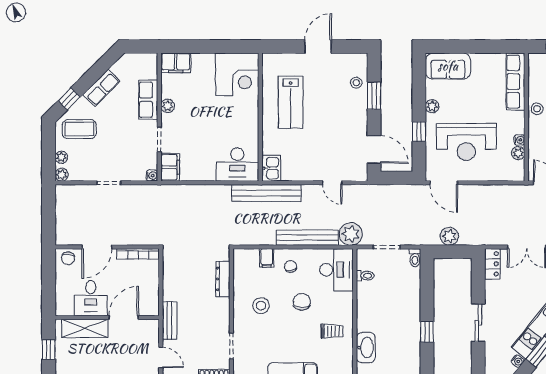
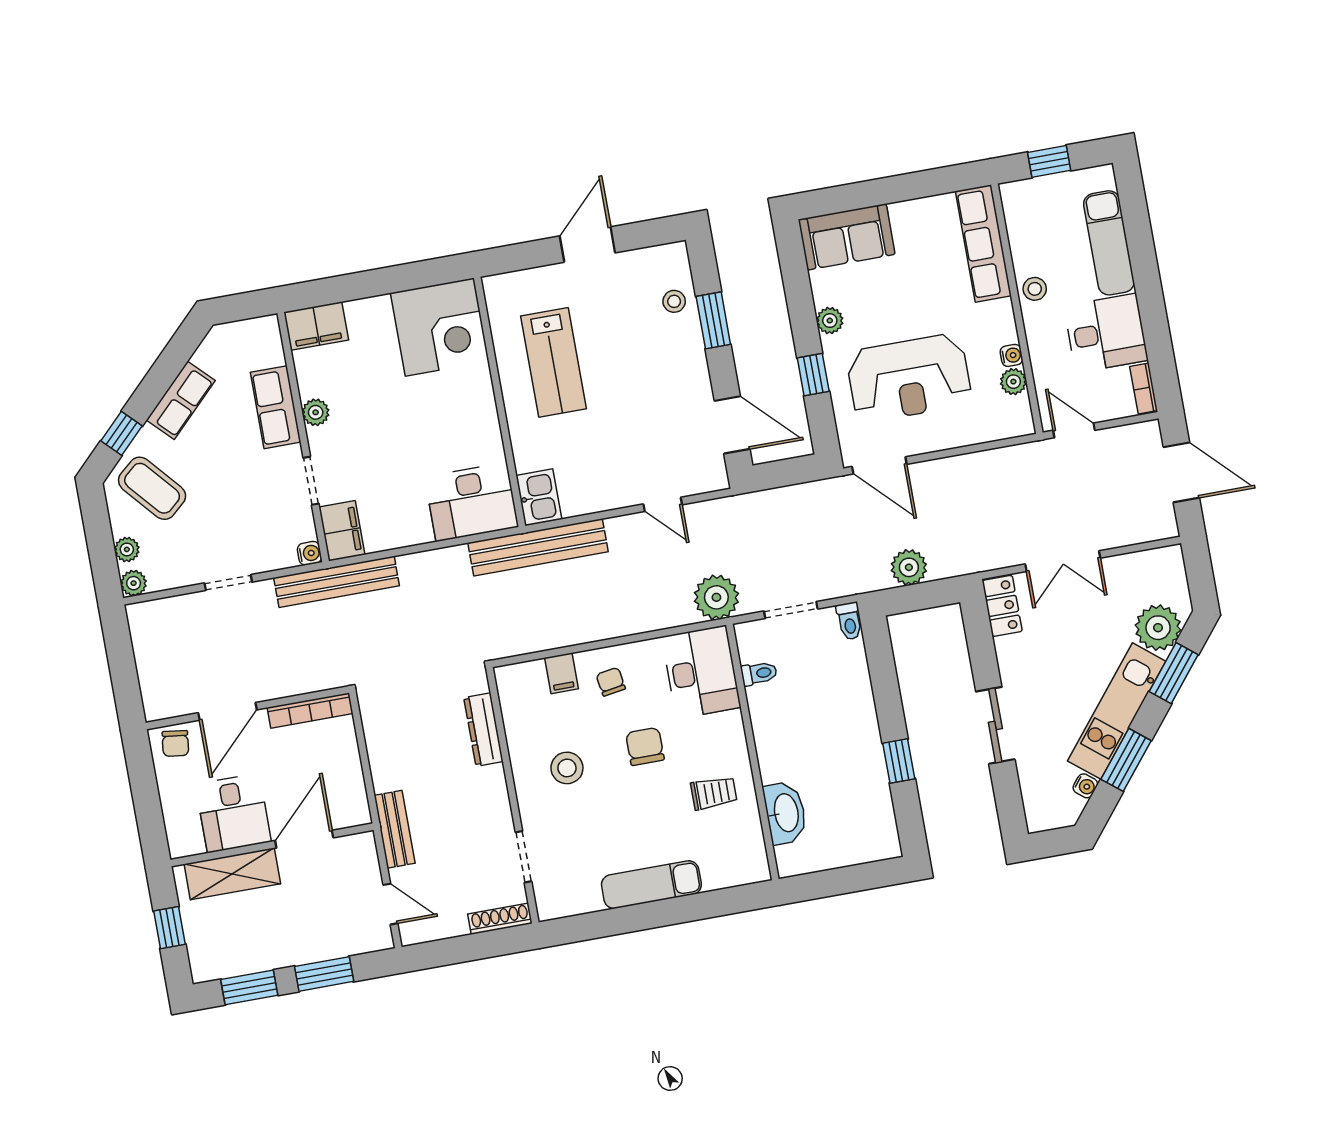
coffee table: (79, 129) -> (152, 488), turned 49
bench: (307, 238) -> (337, 582), moved

